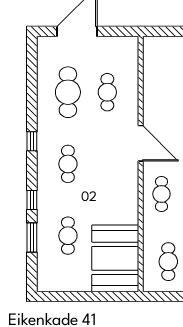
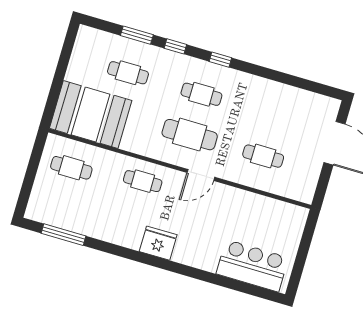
cafe table: (68, 92) -> (190, 135), moved
window: (32, 141) -> (220, 60), moved
door: (141, 143) -> (201, 175), width x0.73

